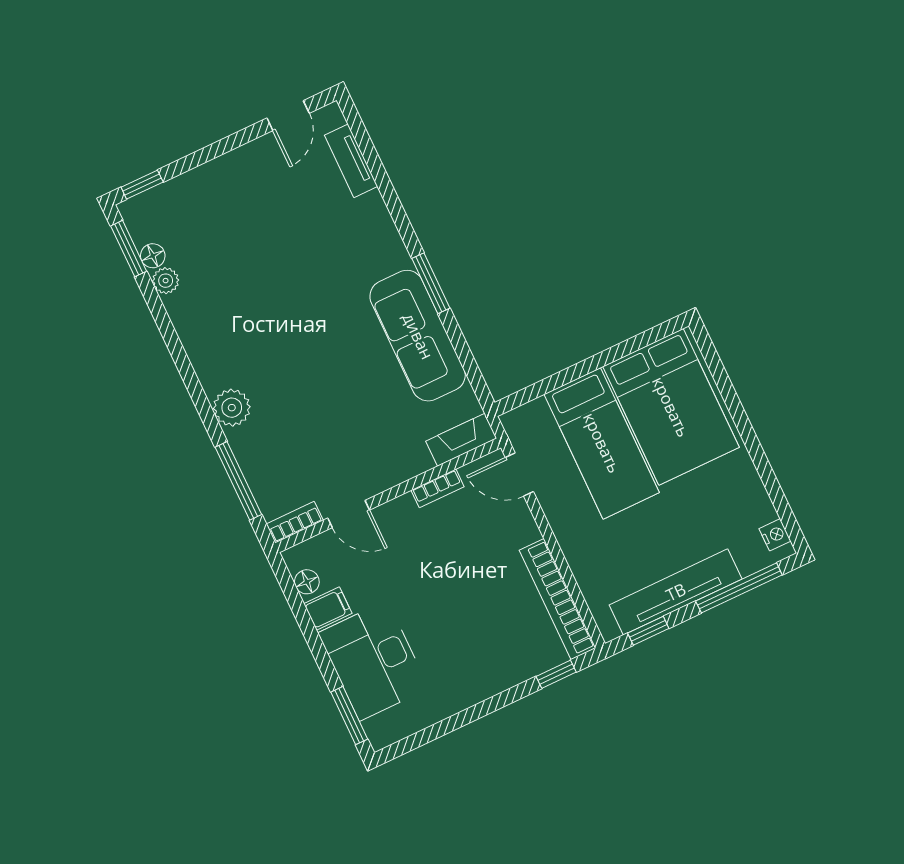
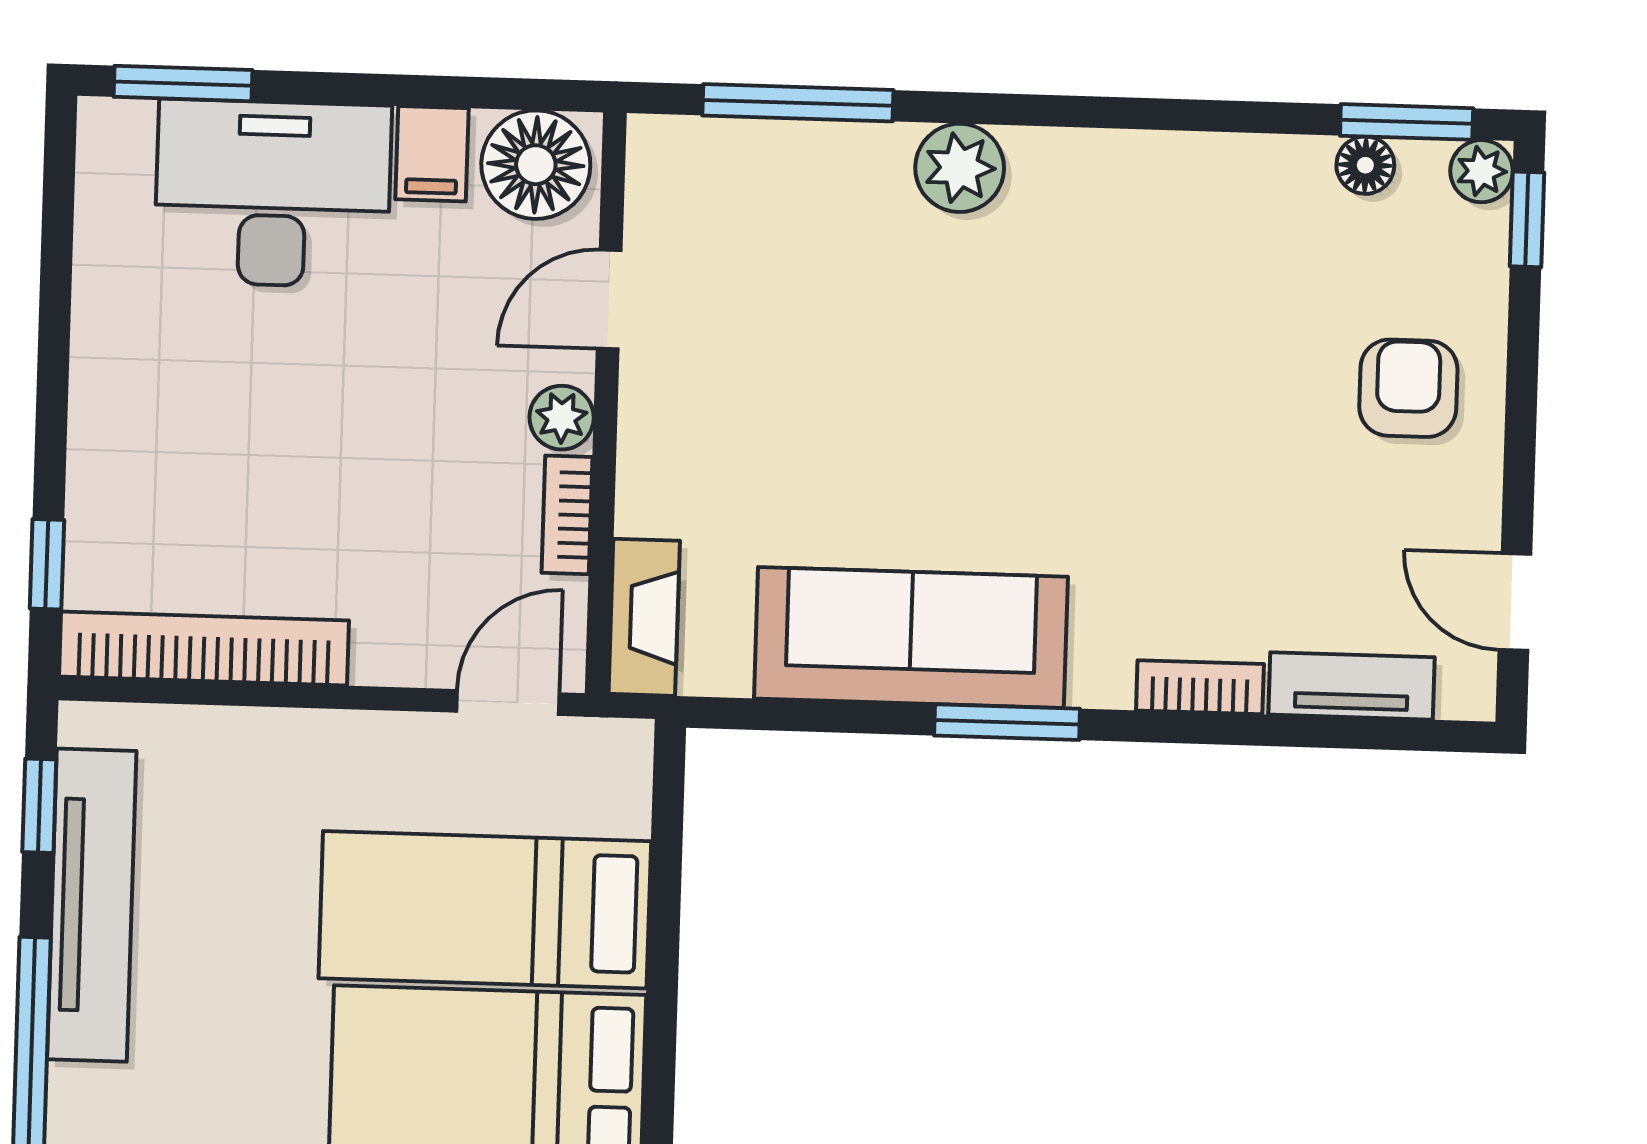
armchair: (228, 197) -> (1408, 388), added
plant: (166, 281) -> (1482, 171), moved
plant: (402, 509) -> (562, 418), added
bookcase: (295, 522) -> (1200, 687), moved, turned -90
floor lamp: (307, 582) -> (536, 165), width x1.89, depth x1.89

